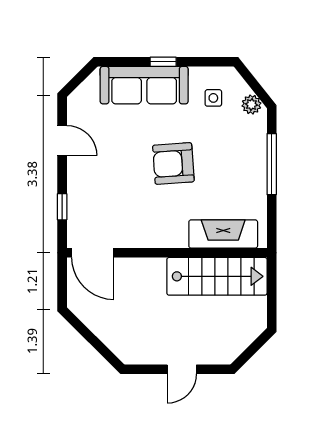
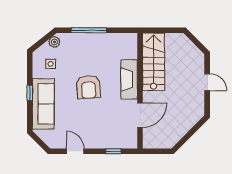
door: (62, 141) -> (75, 151), hinge flipped
fireplace: (223, 234) -> (129, 79), moved
door: (93, 253) -> (140, 115), moved

